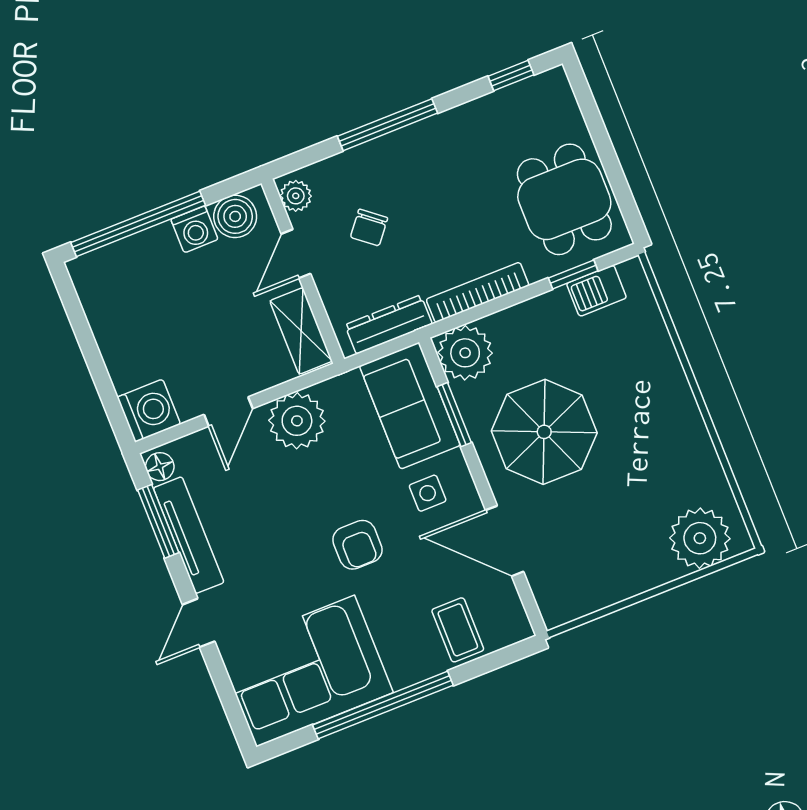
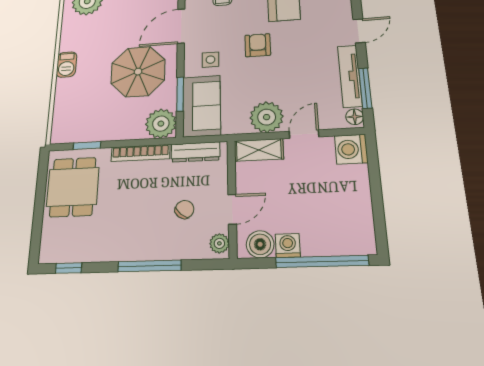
barbecue: (596, 291) -> (66, 65), moved, turned 90
shelving: (301, 331) -> (259, 150), moved, turned 90
door: (504, 541) -> (181, 26), swing flipped

